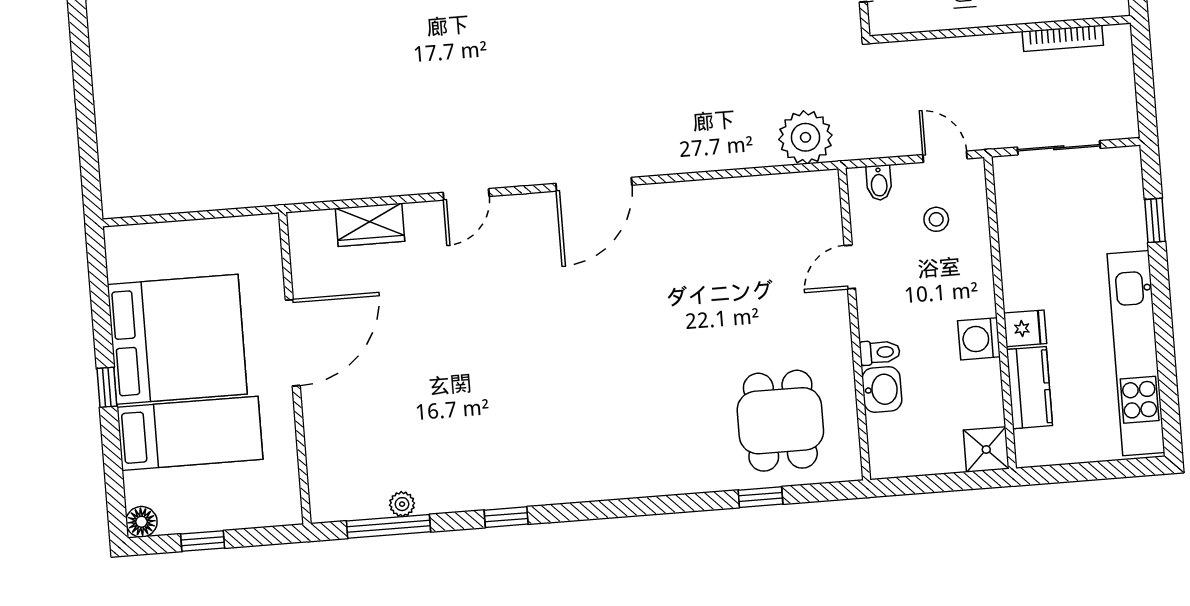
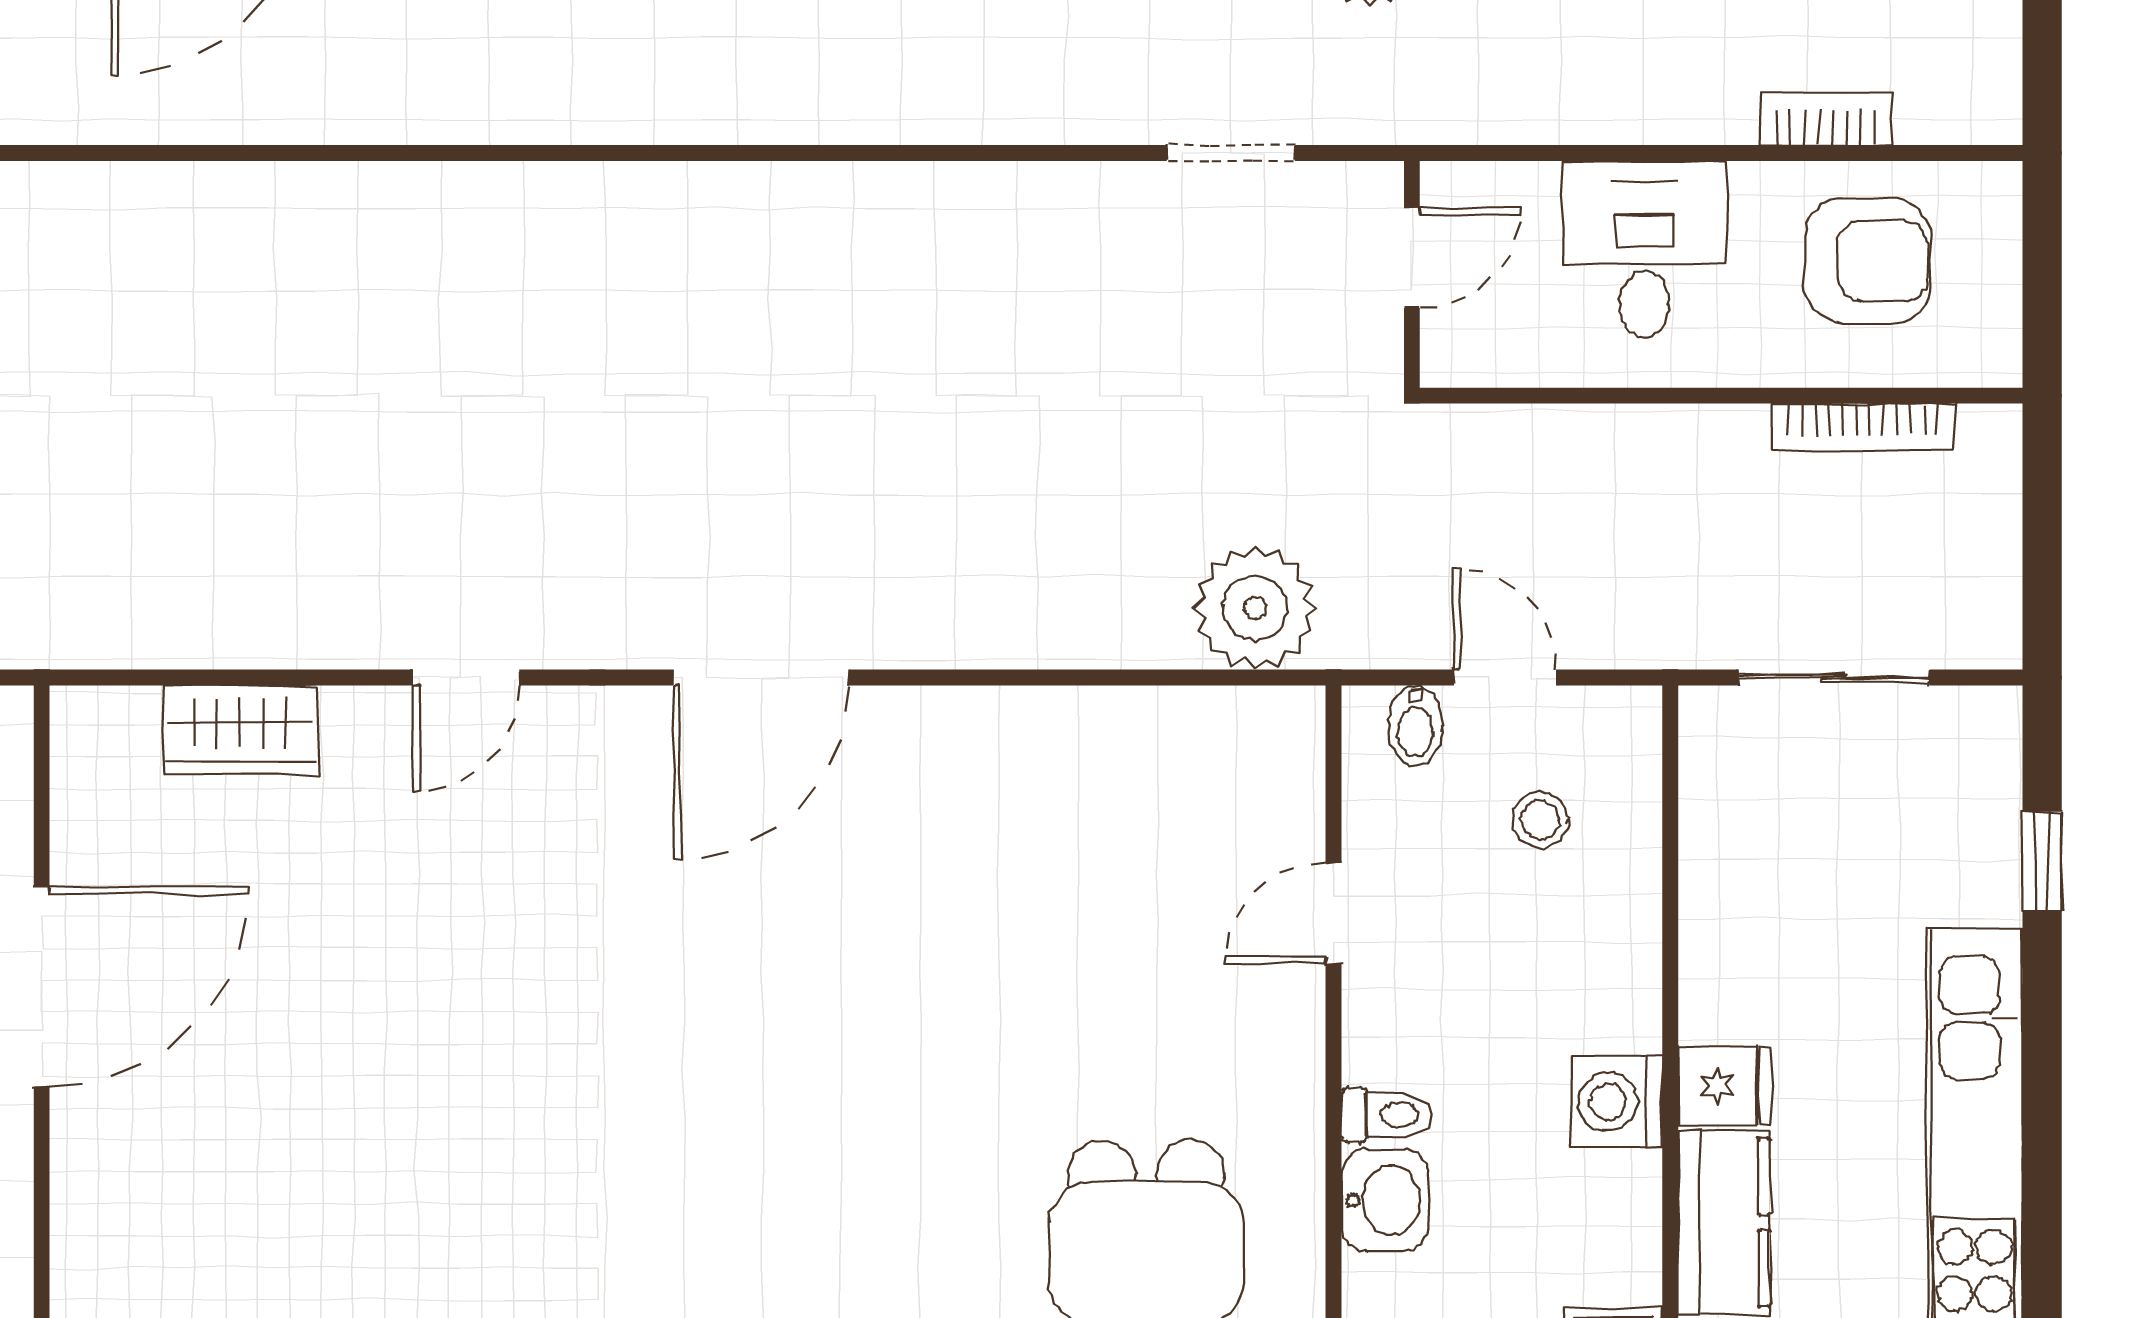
door: (945, 157) -> (1505, 678), moved

